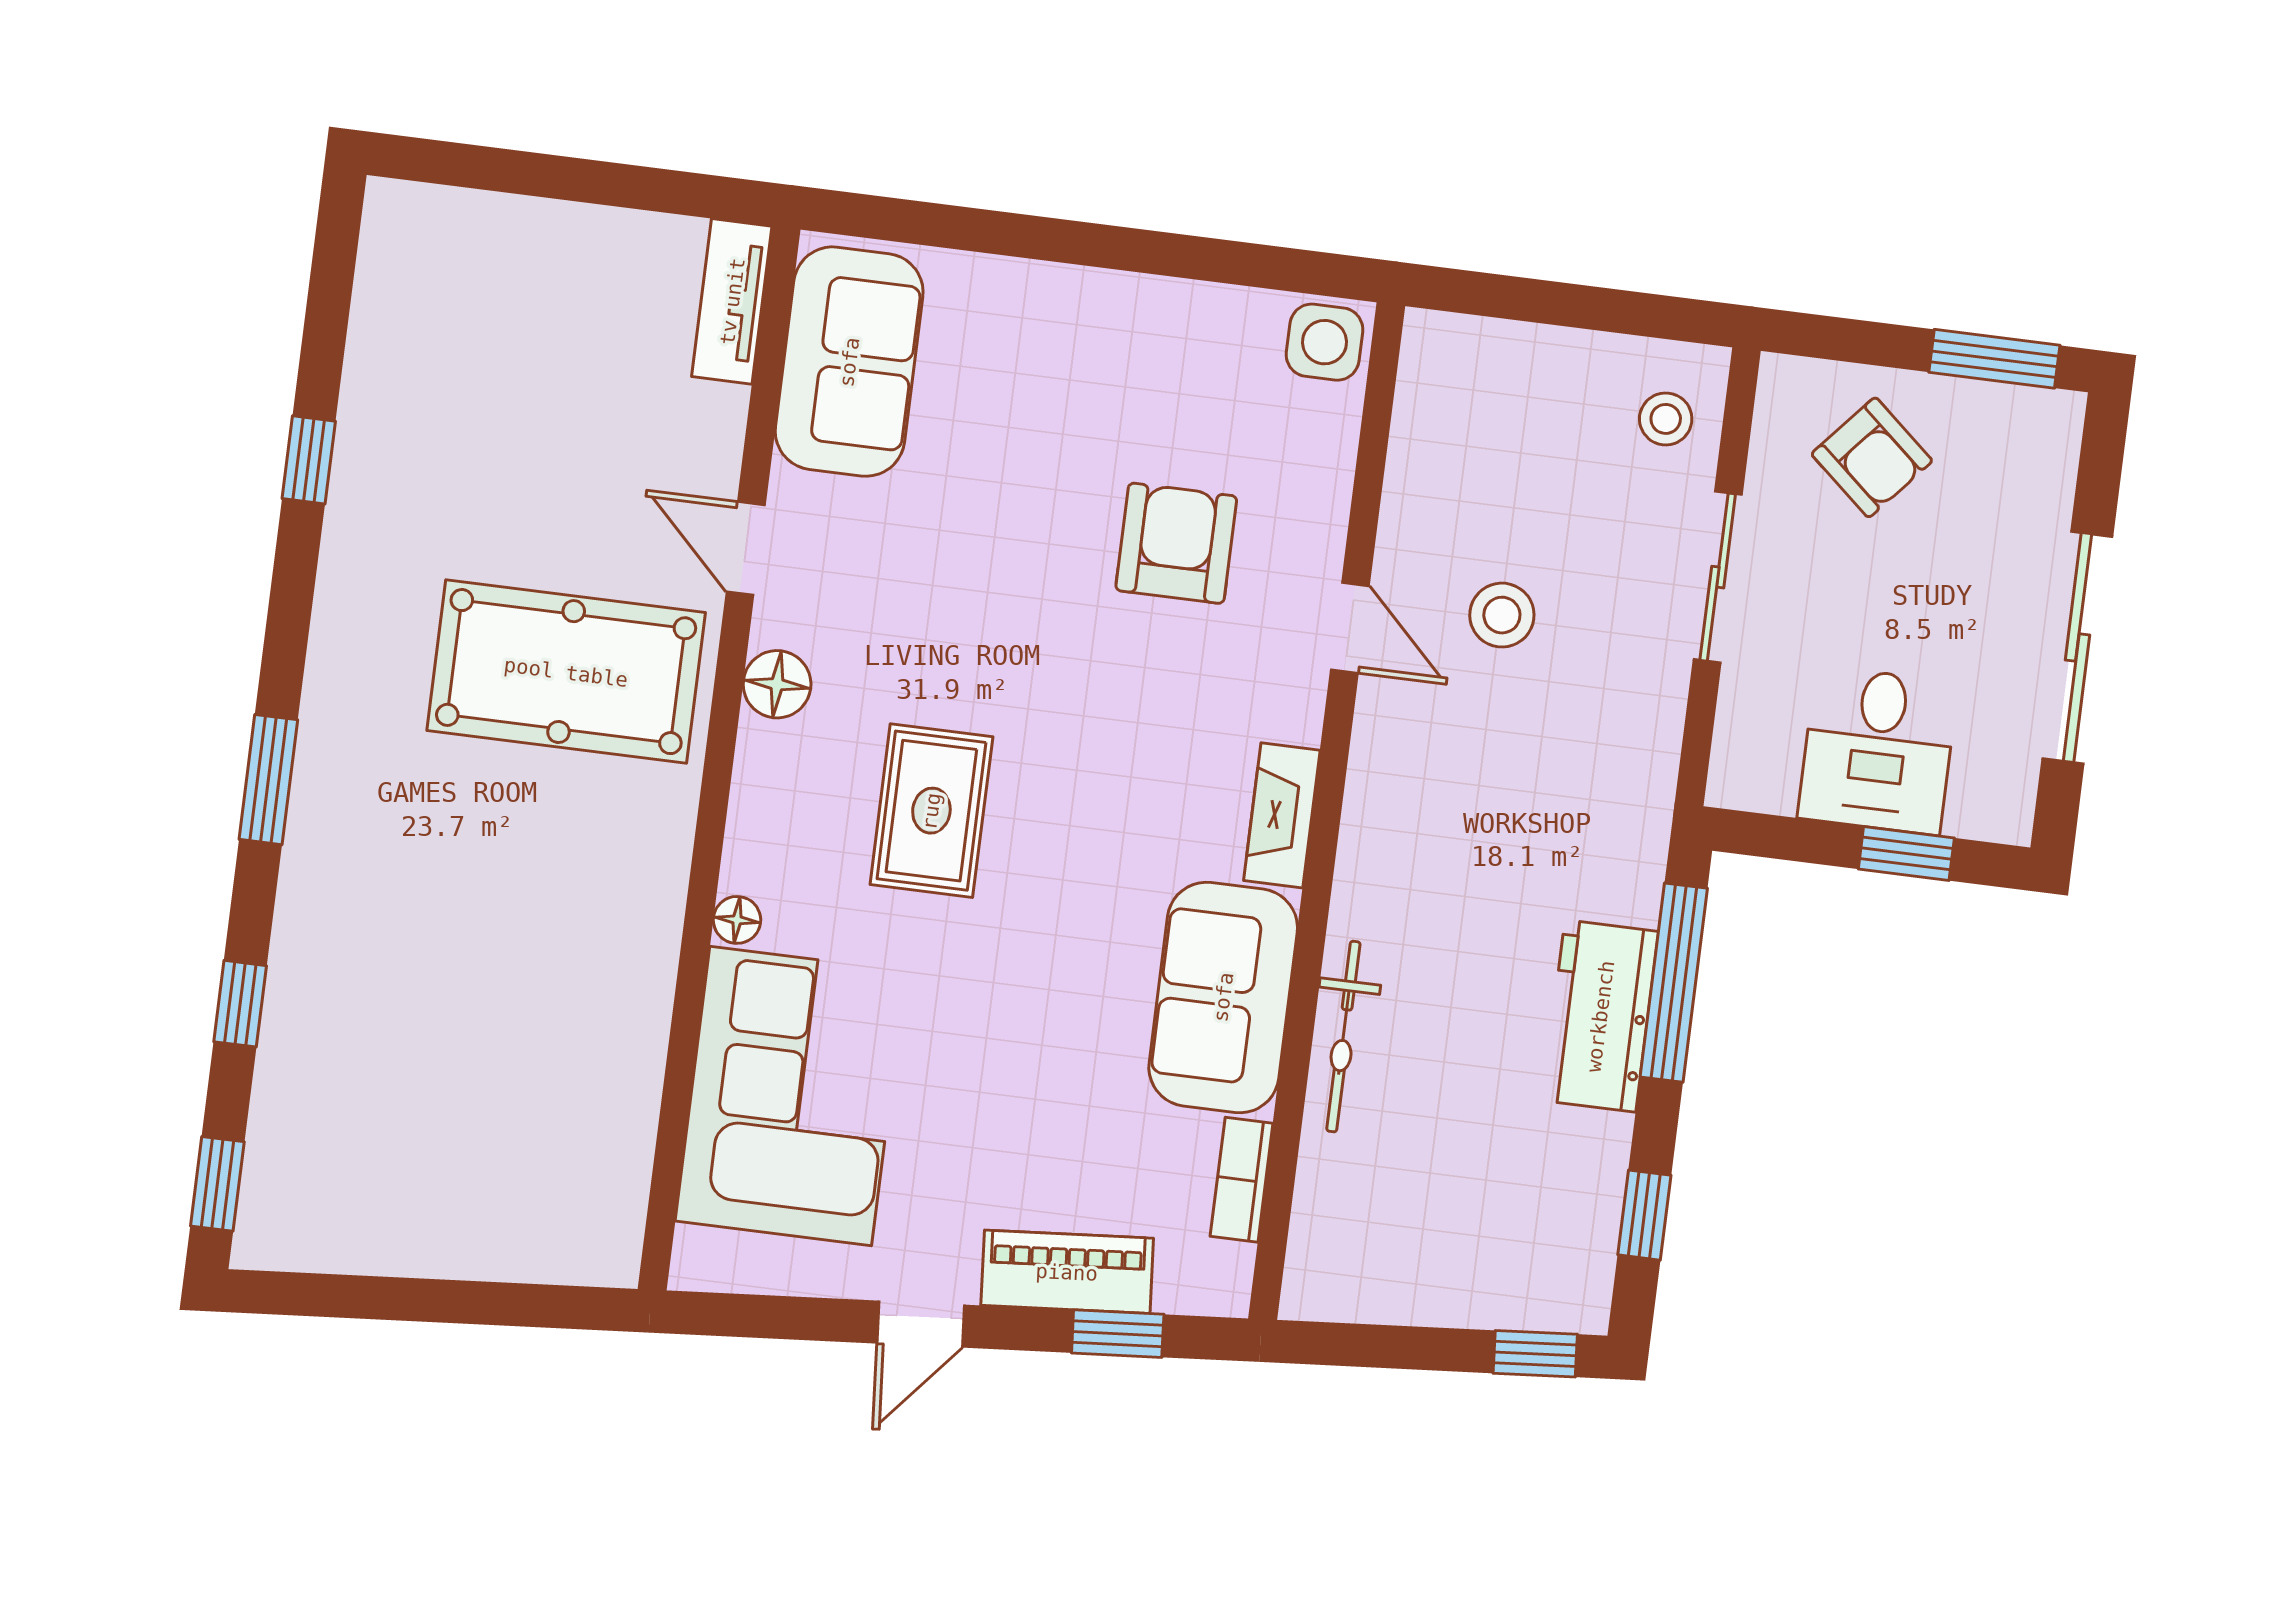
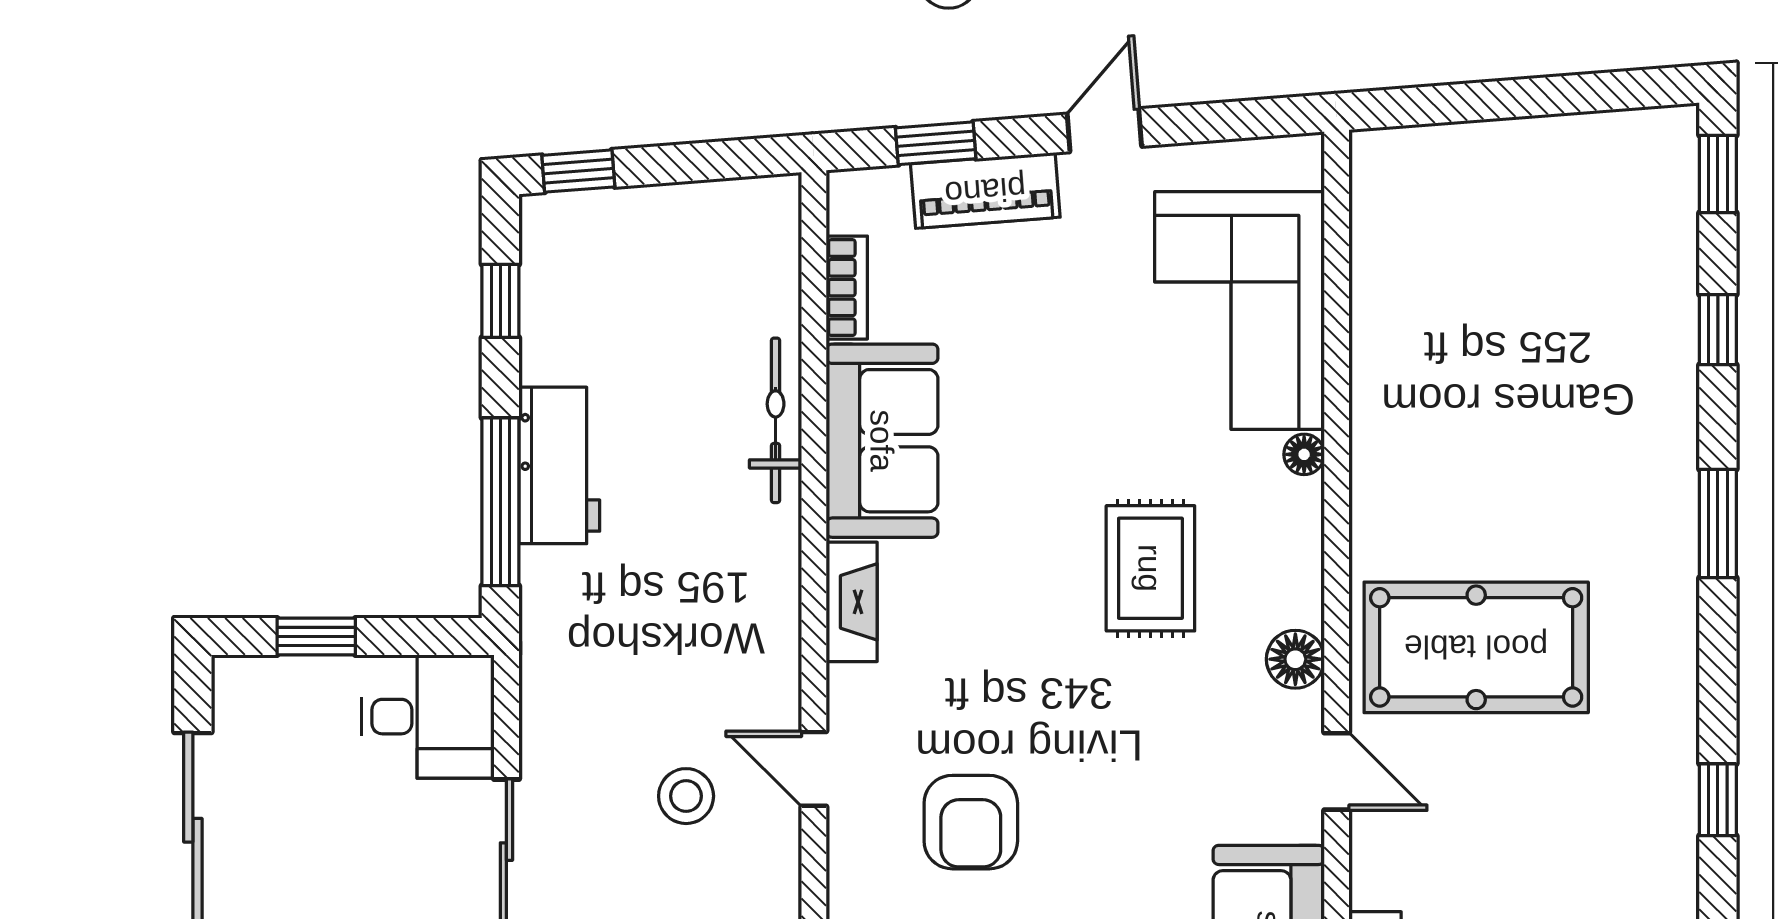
desk: (1878, 750) -> (428, 717), moved, turned 90

